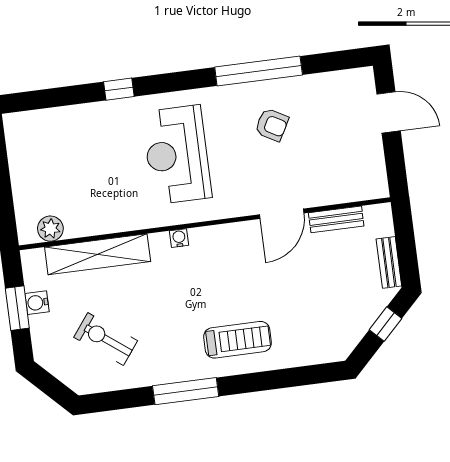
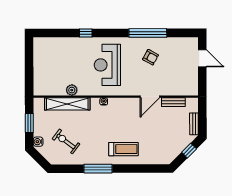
plant: (50, 229) -> (72, 90), moved
water cooler: (37, 303) -> (38, 142), moved

